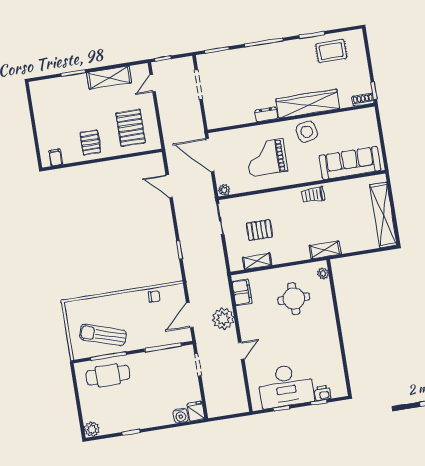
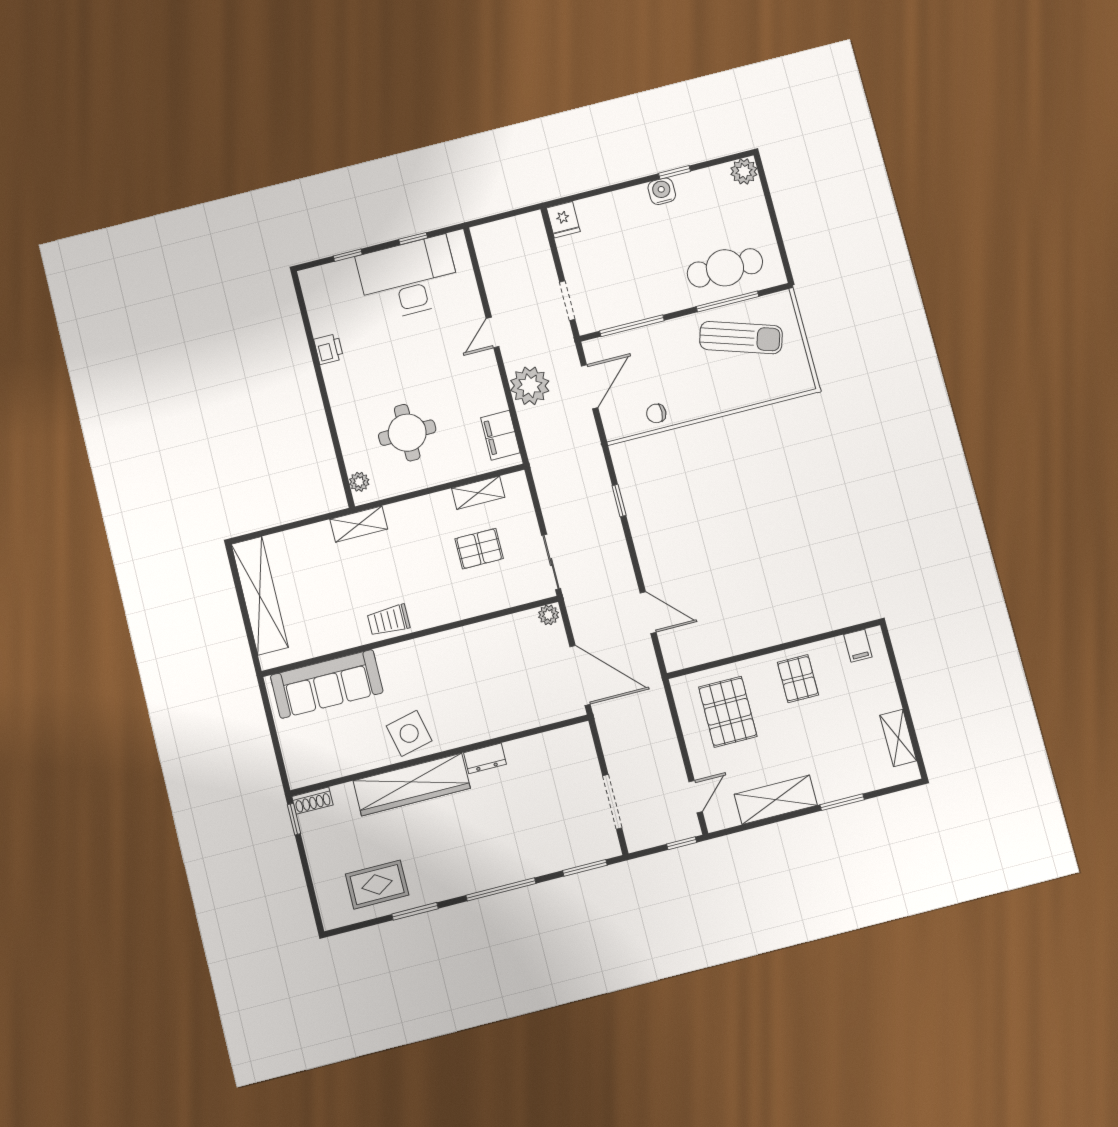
shelving: (39, 105) -> (898, 738), added
grand piano: (266, 157) -> (478, 680), removed
trolley: (313, 195) -> (389, 620), turned 180
printer: (323, 393) -> (329, 349), moved, turned -90
water cooler: (181, 416) -> (662, 191), moved

